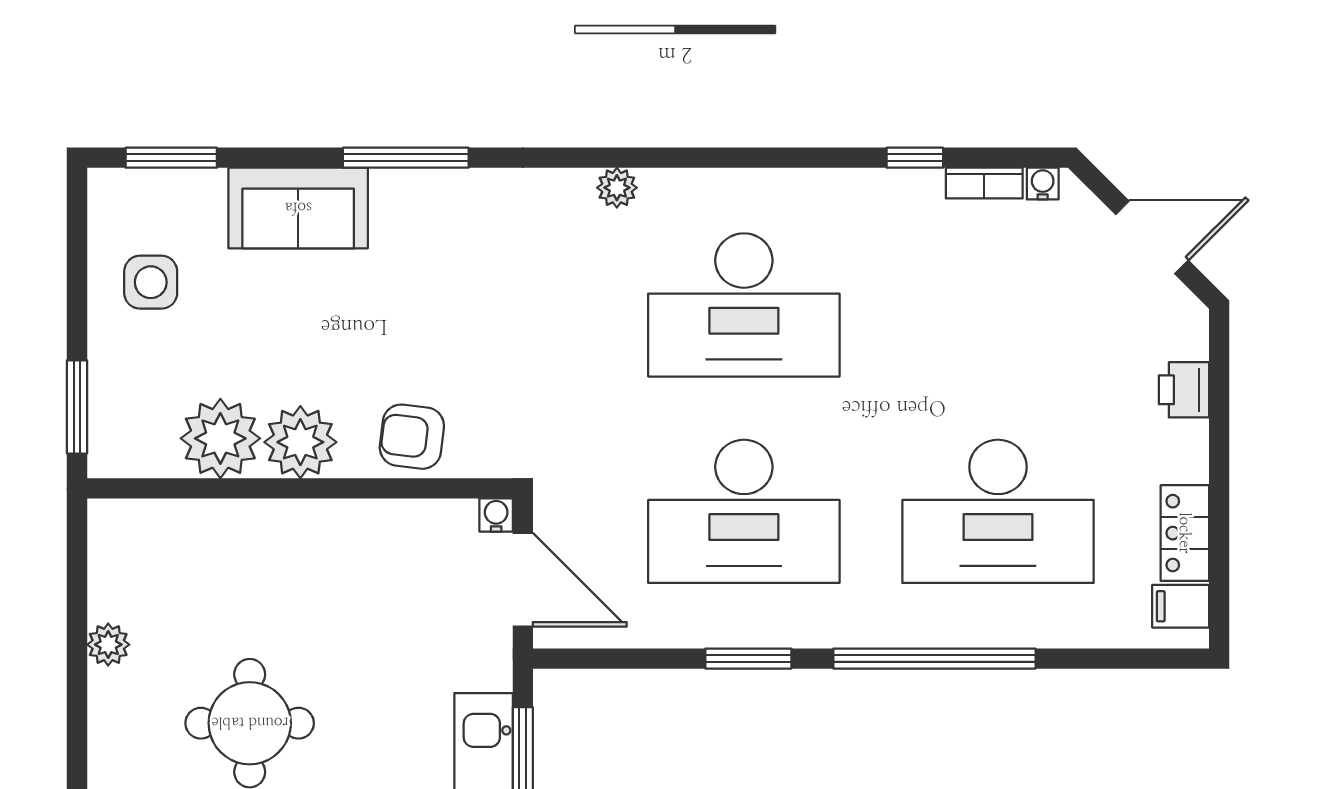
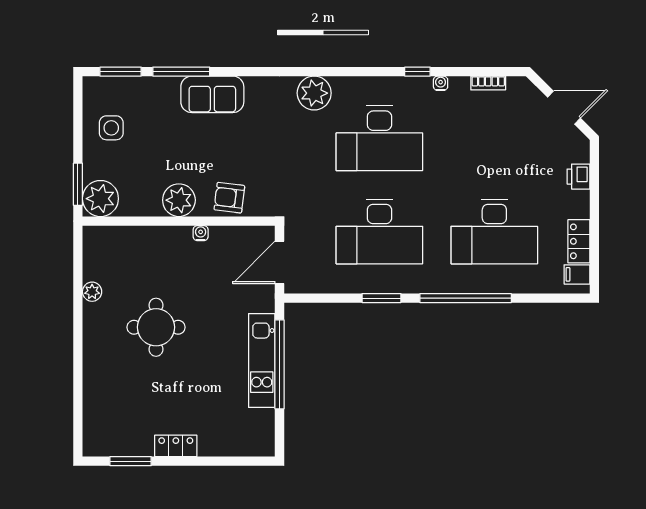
window: (406, 158) -> (181, 72), moved
window: (915, 158) -> (417, 72), moved
water cooler: (1043, 184) -> (441, 83), moved
plant: (617, 188) -> (314, 93), width x1.87, depth x1.87
sofa: (298, 208) -> (212, 94), moved
plant: (220, 438) -> (100, 199), moved
water cooler: (496, 515) -> (201, 233), moved
door: (523, 580) -> (280, 262), swing flipped

